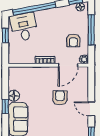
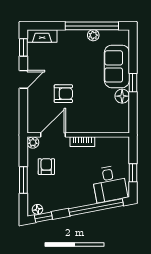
window: (91, 30) -> (23, 180), width x0.69
armchair: (60, 98) -> (63, 94), turned -90
door: (91, 109) -> (23, 79), hinge flipped

